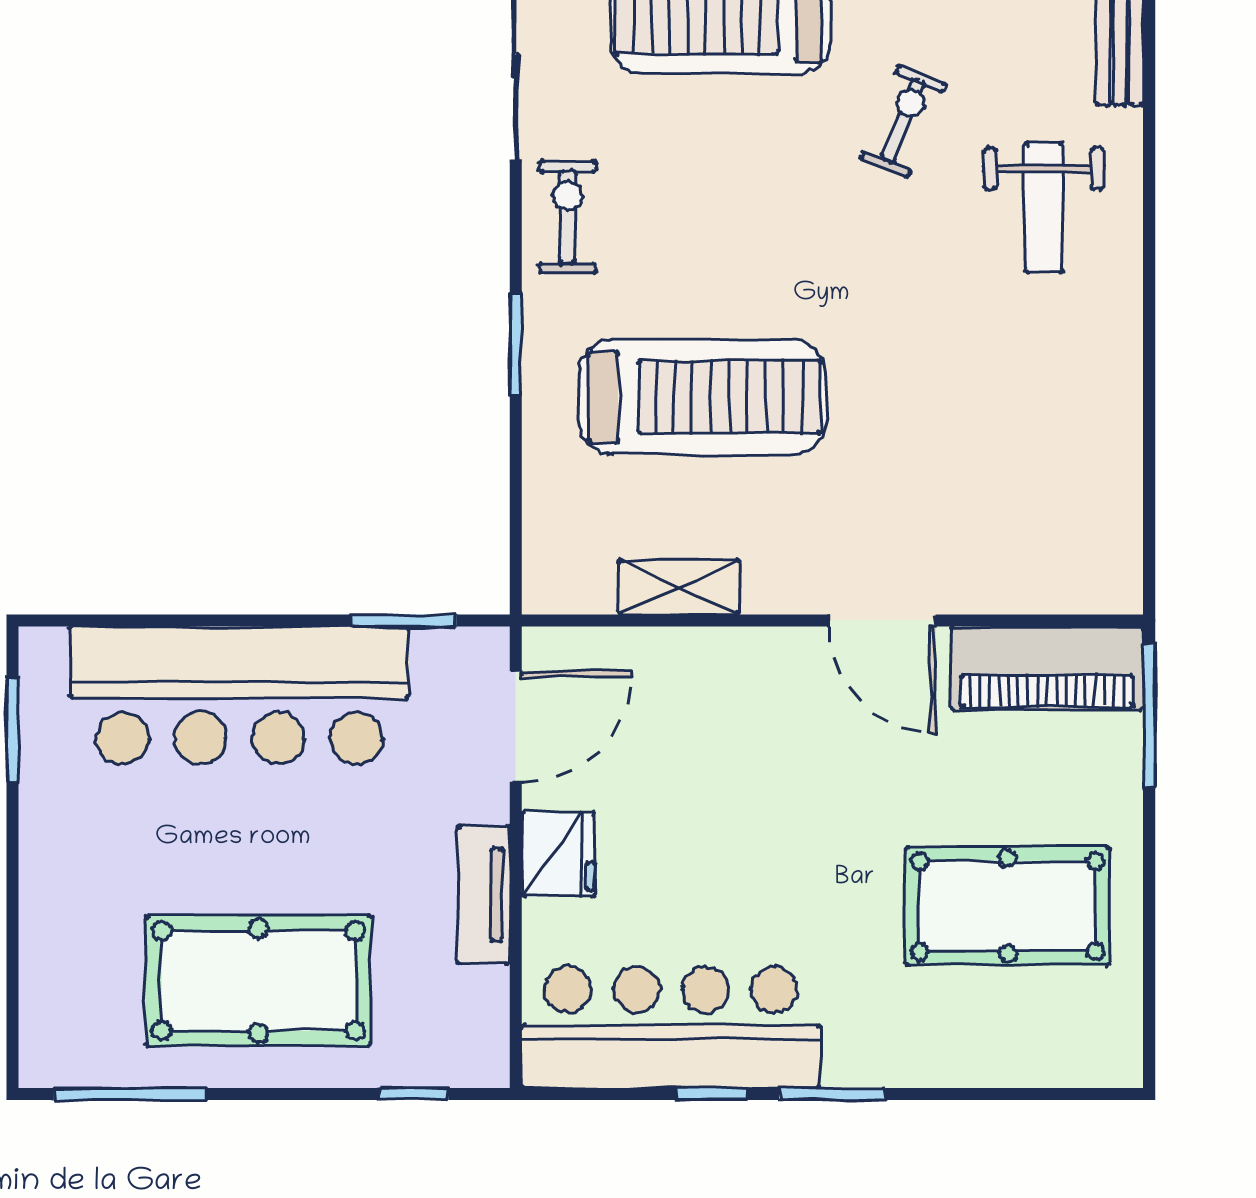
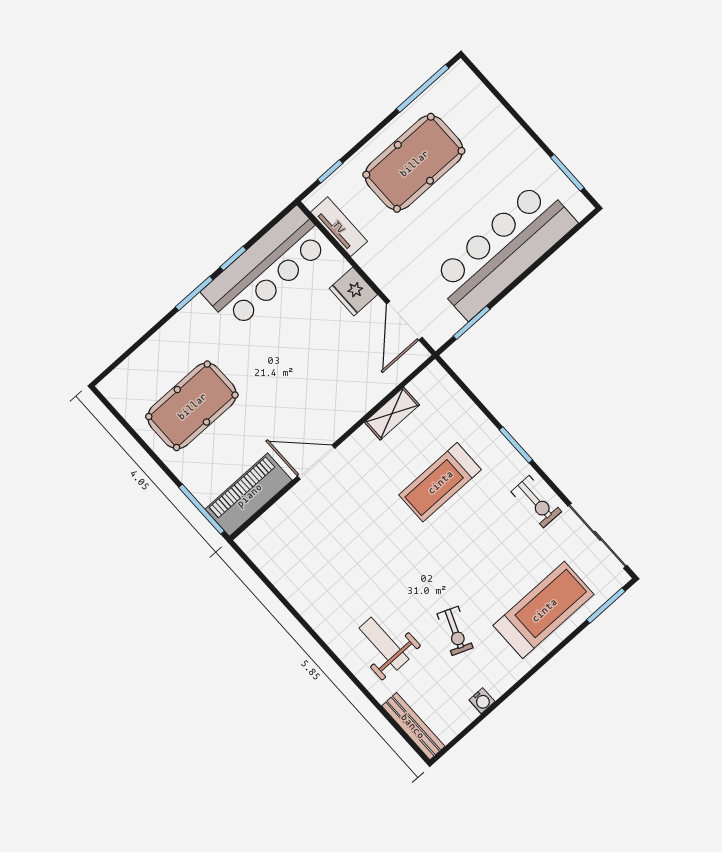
treadmill: (702, 397) -> (440, 482), width x0.73, depth x0.73
tv unit: (484, 895) -> (339, 227), moved

